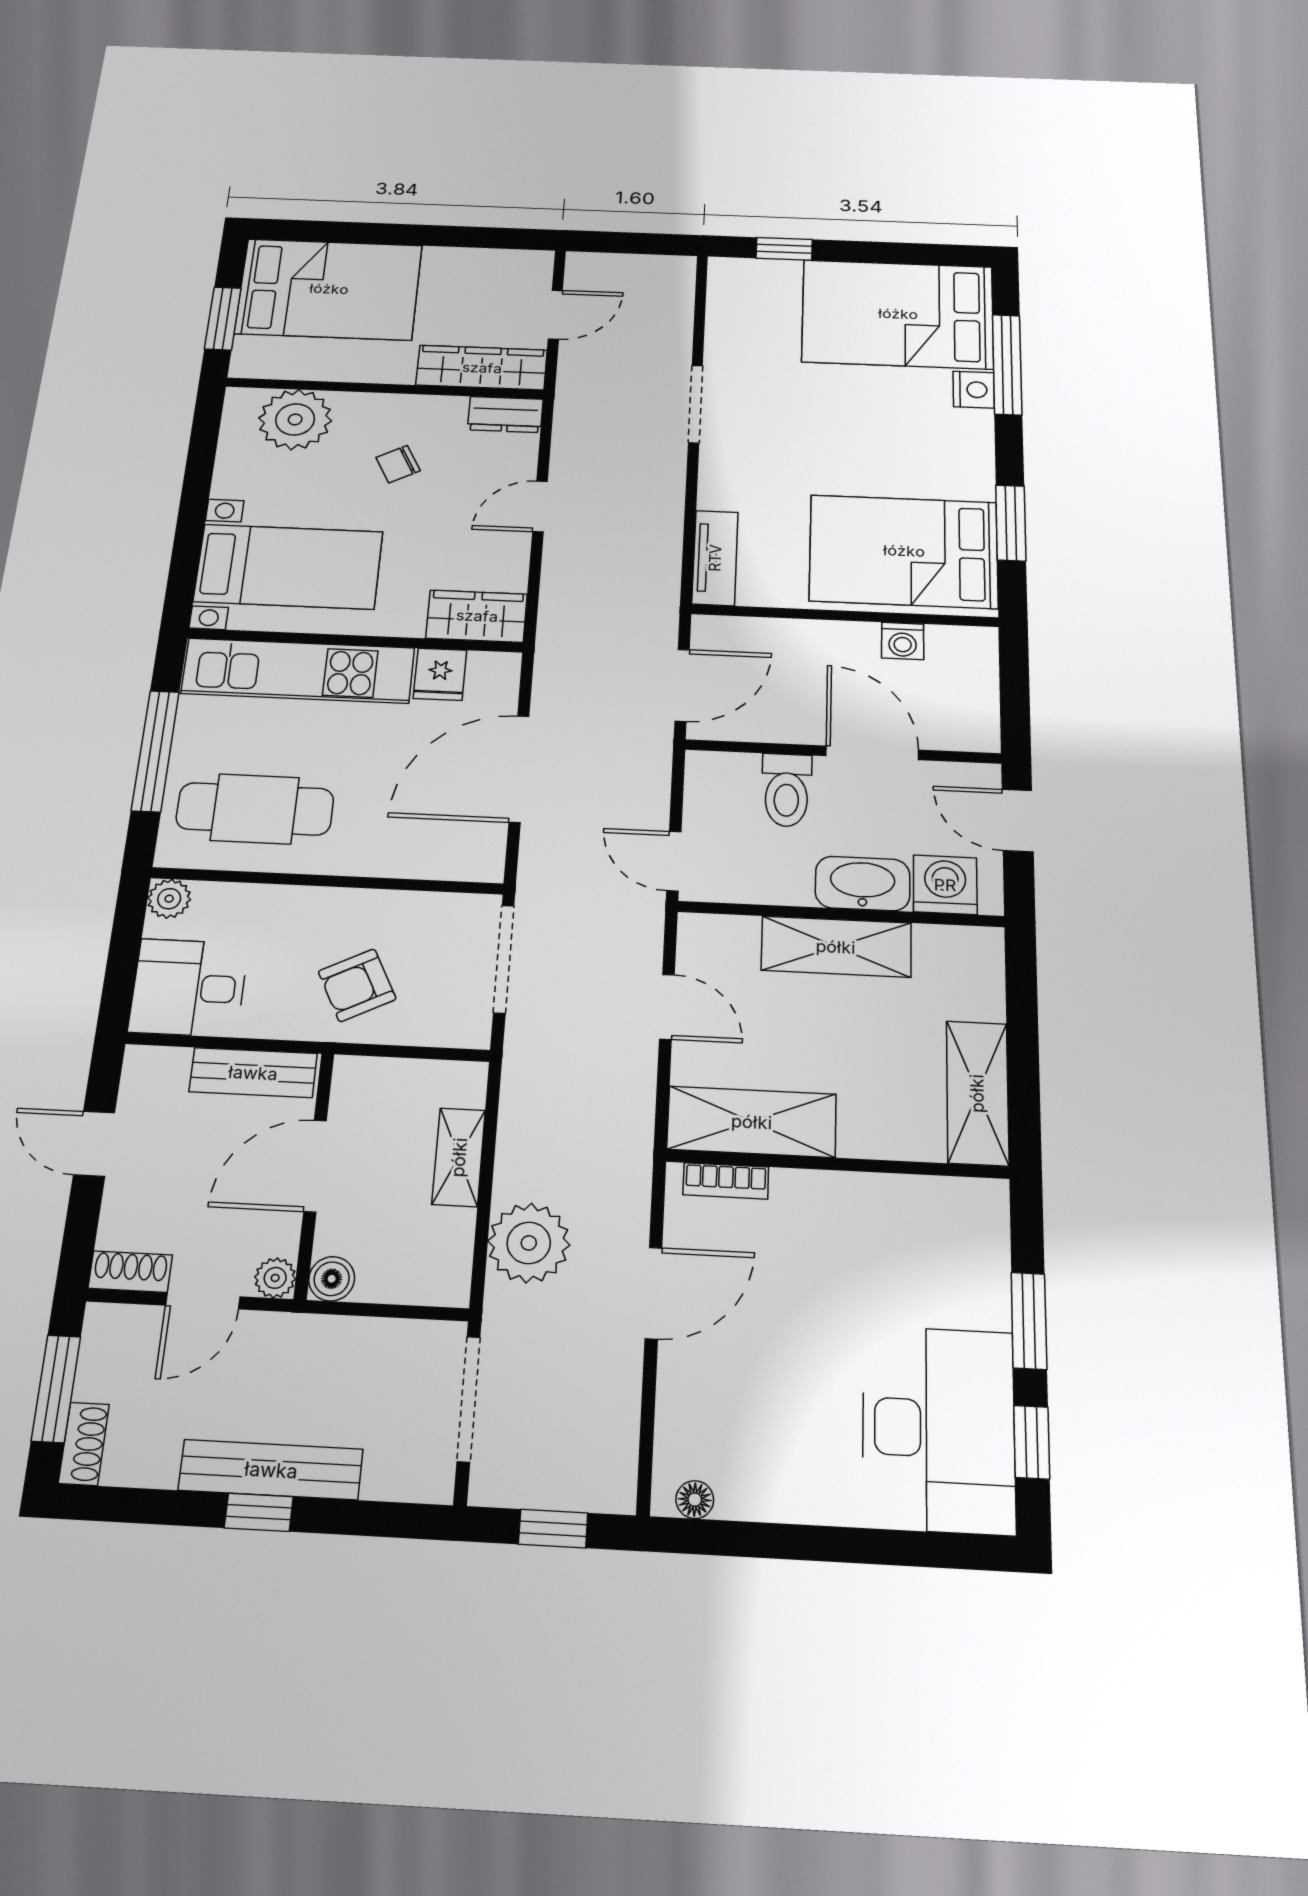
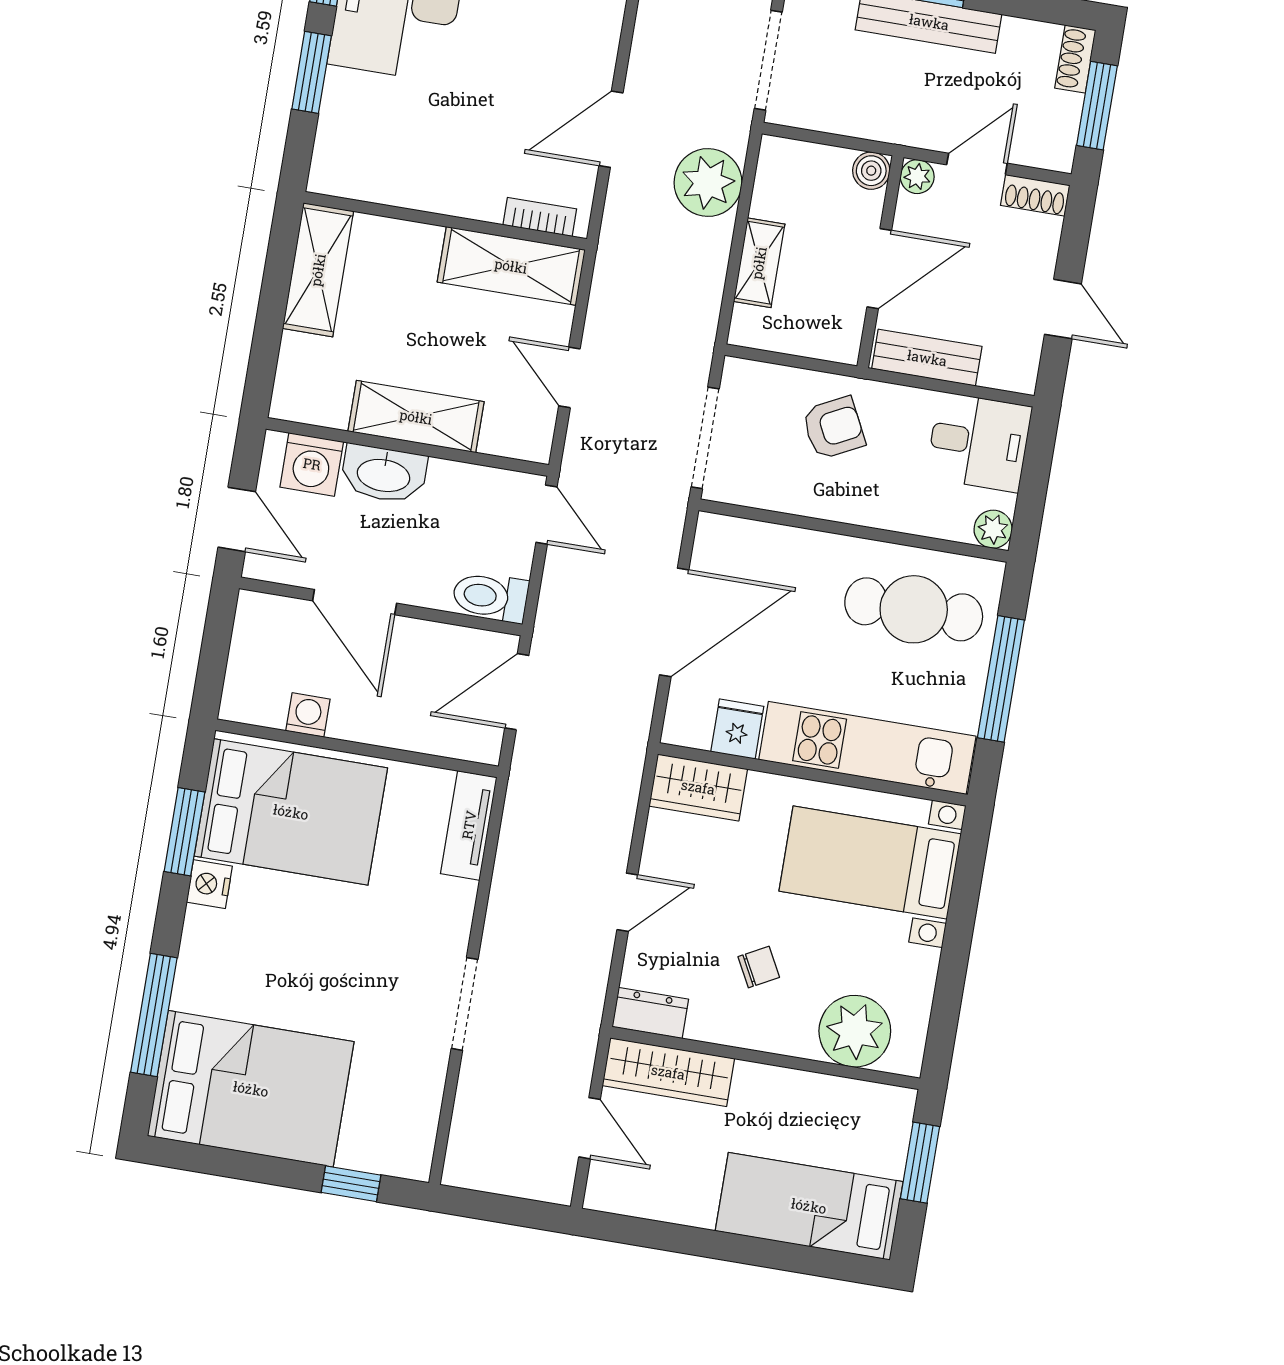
bed: (329, 289) -> (809, 1206), width x0.67
door: (555, 315) -> (590, 1128), swing flipped
nightstand: (974, 390) -> (209, 884), moved
toilet: (787, 790) -> (490, 597), moved, turned -90

